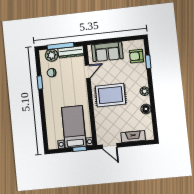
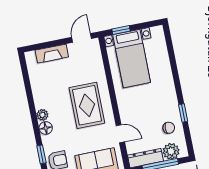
door: (88, 72) -> (120, 134), swing flipped
rug: (110, 95) -> (87, 105), turned 90
floor lamp: (146, 109) -> (46, 128), moved
door: (110, 146) -> (82, 38), hinge flipped

